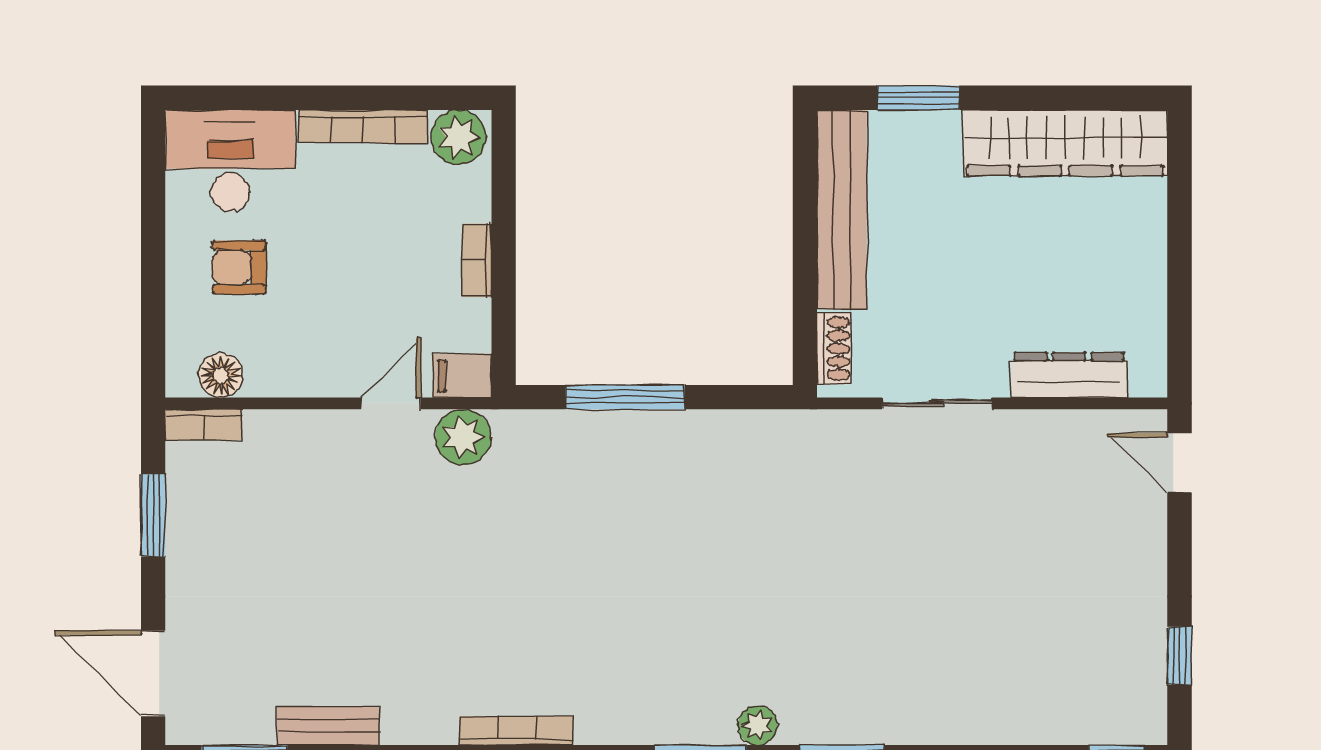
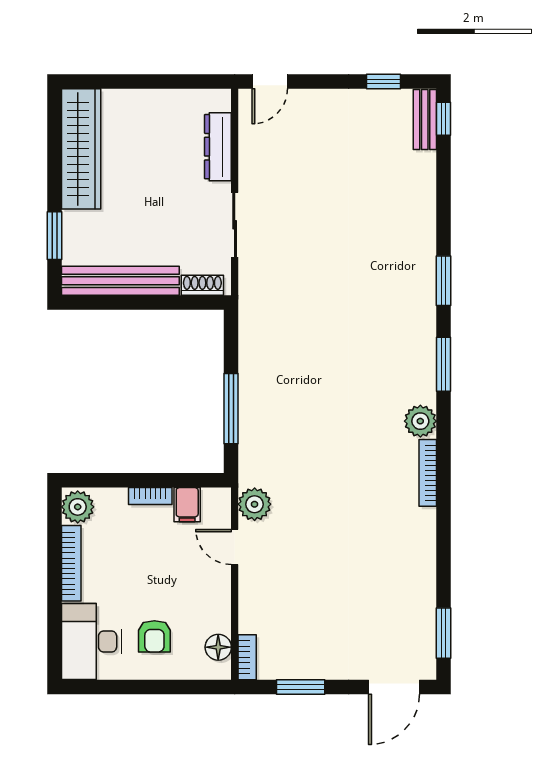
filing cabinet: (462, 376) -> (187, 505), moved
plant: (758, 725) -> (420, 421), moved, width x1.38, depth x1.38
bench: (328, 726) -> (425, 119), moved

